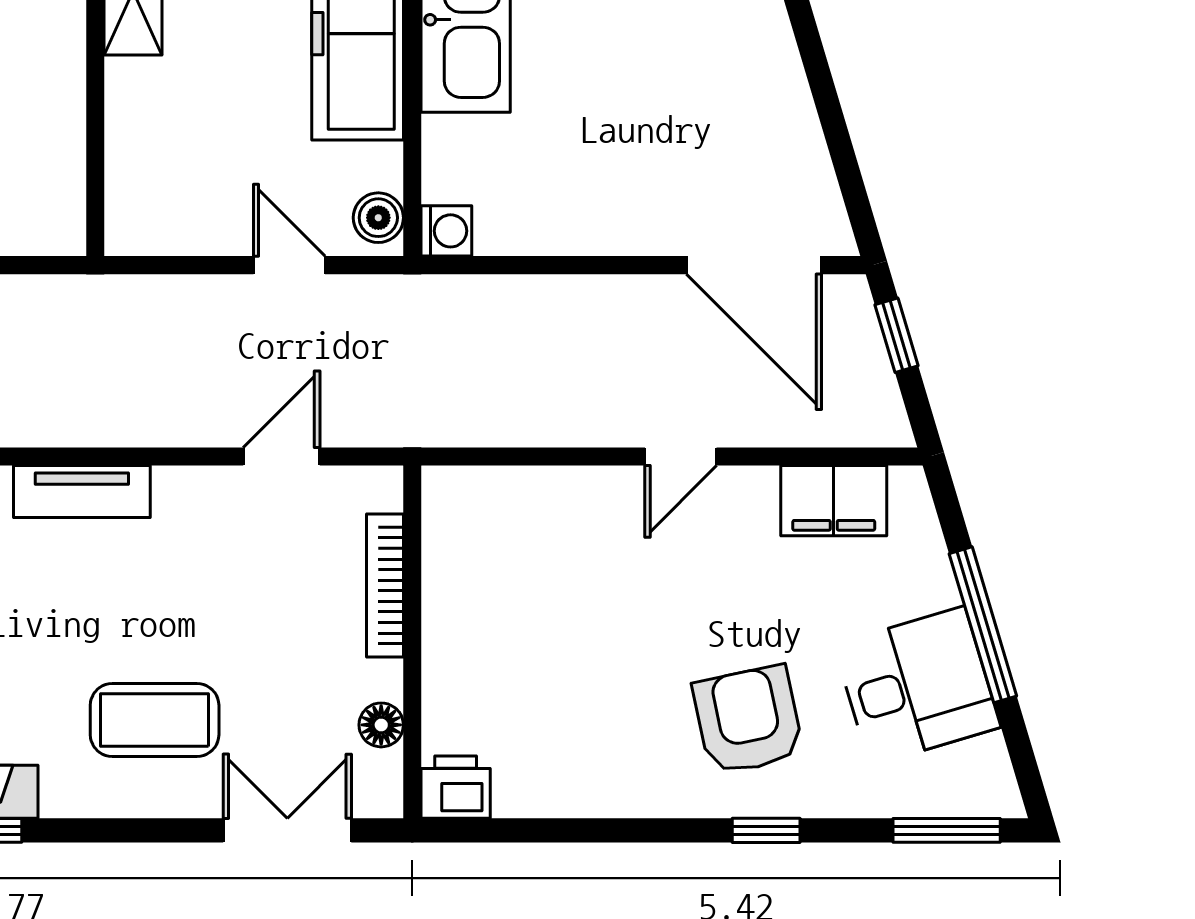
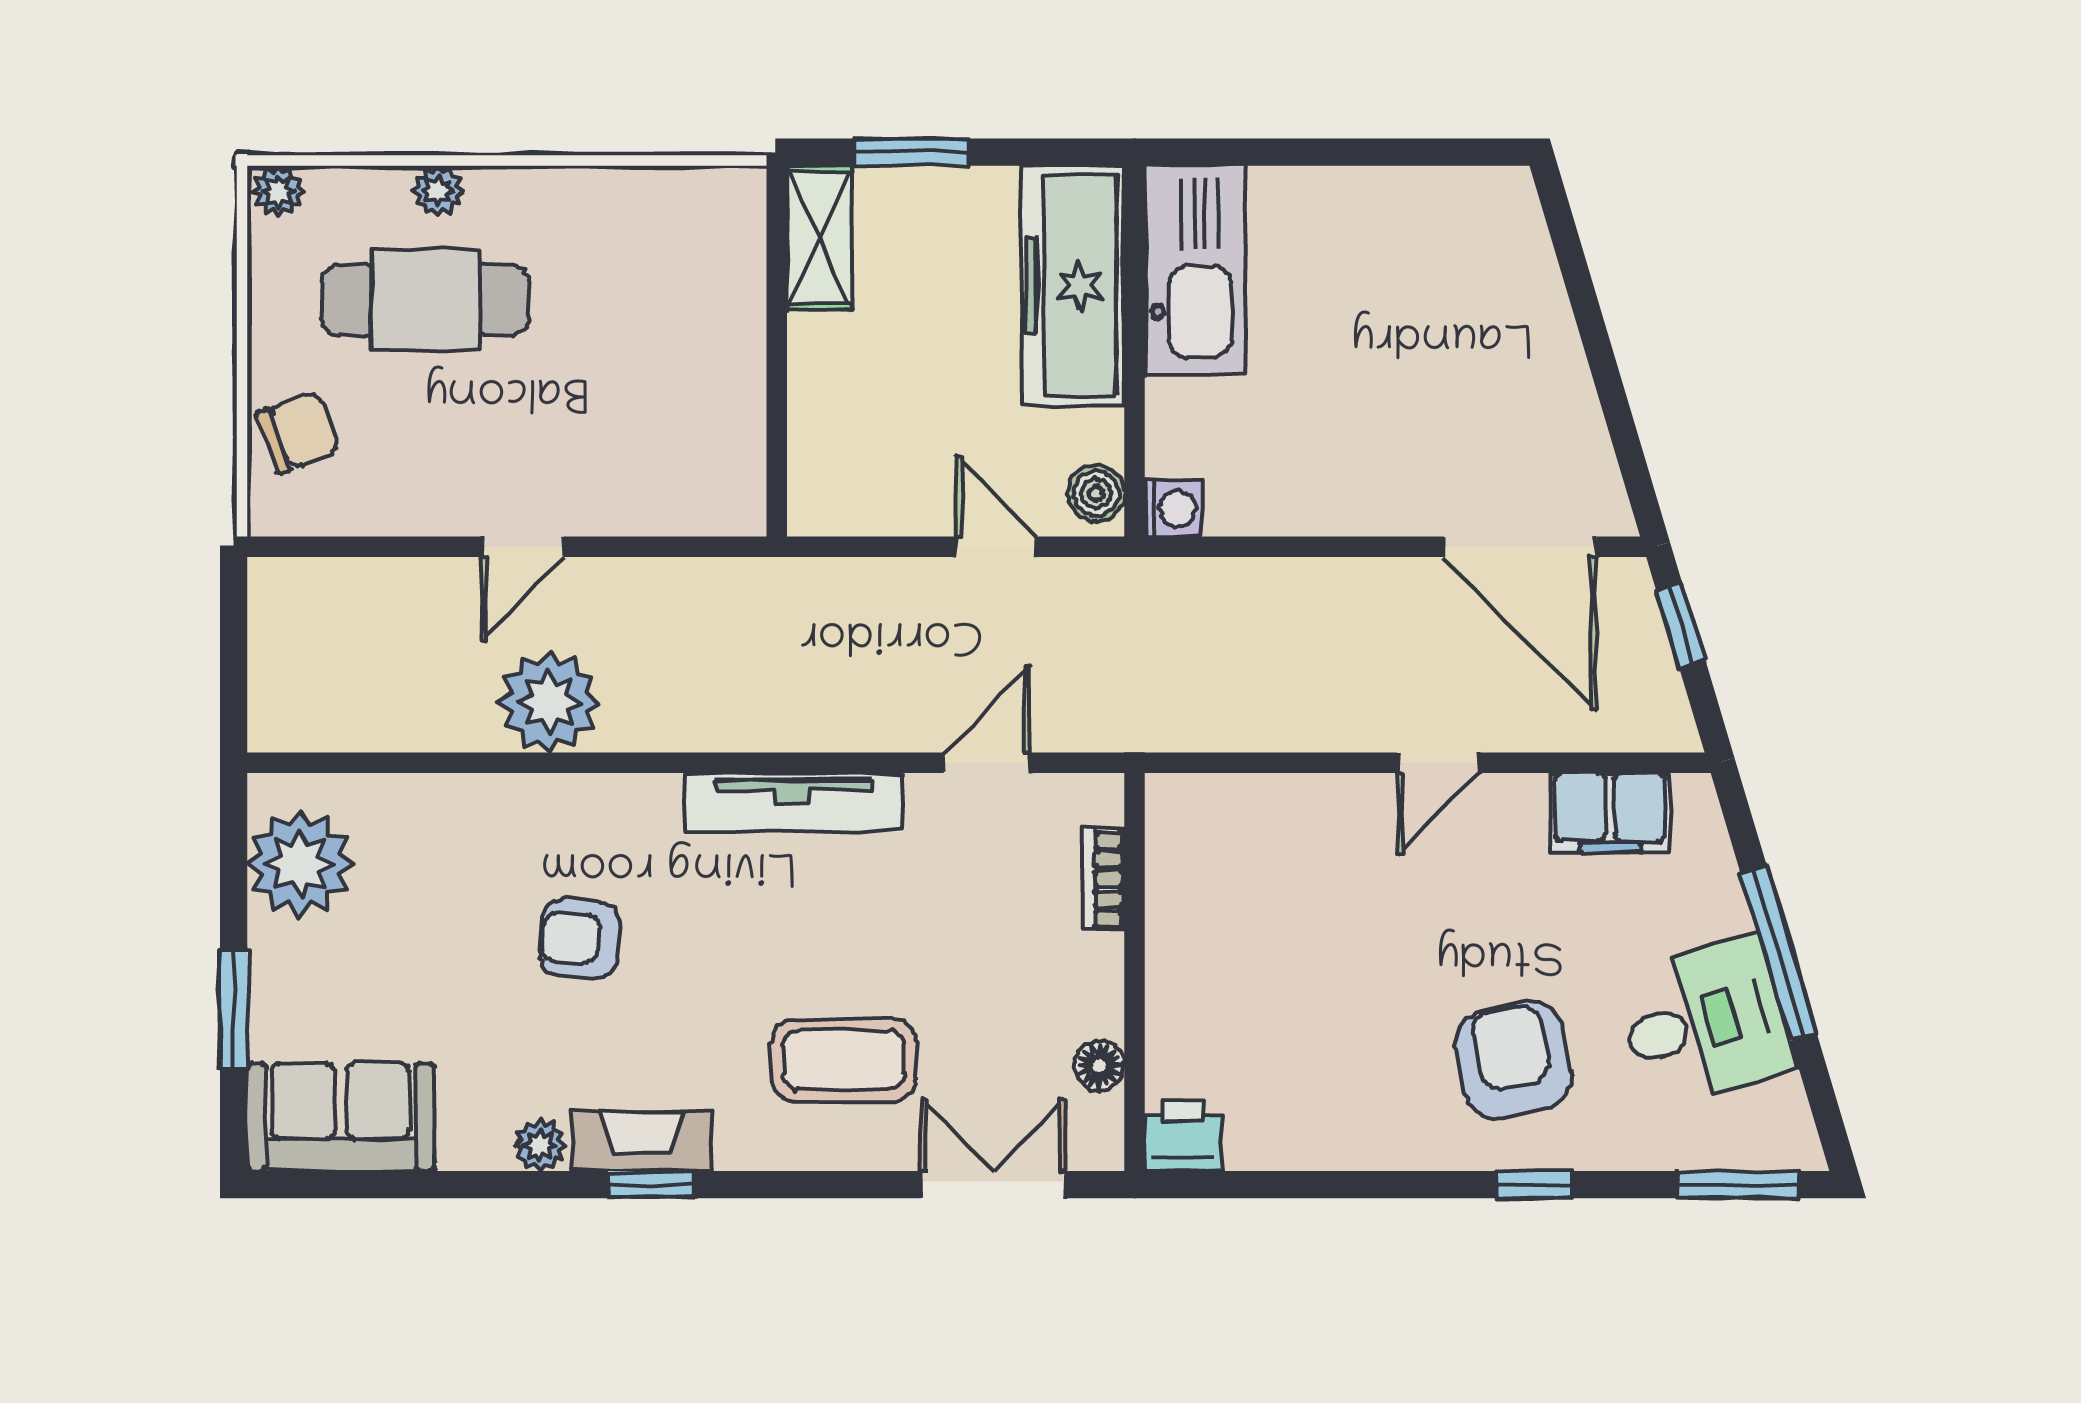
tv unit: (82, 492) -> (793, 802), width x1.41
bookcase: (385, 585) -> (1104, 879), width x0.64

